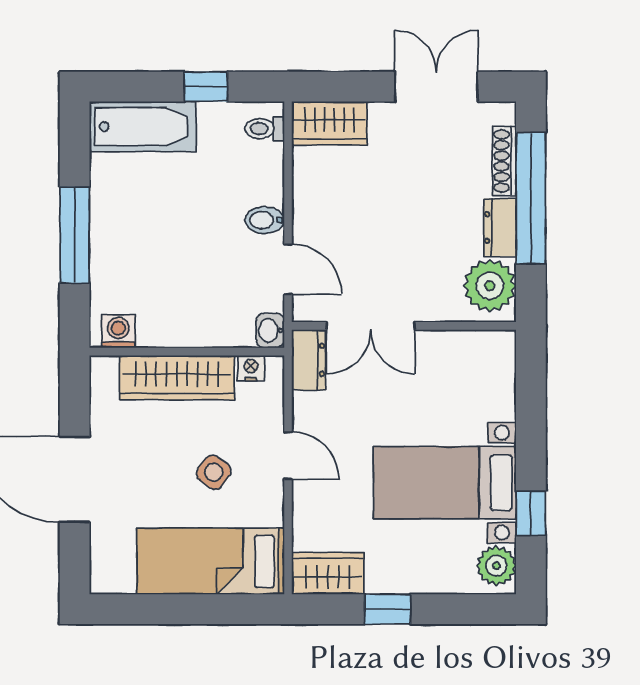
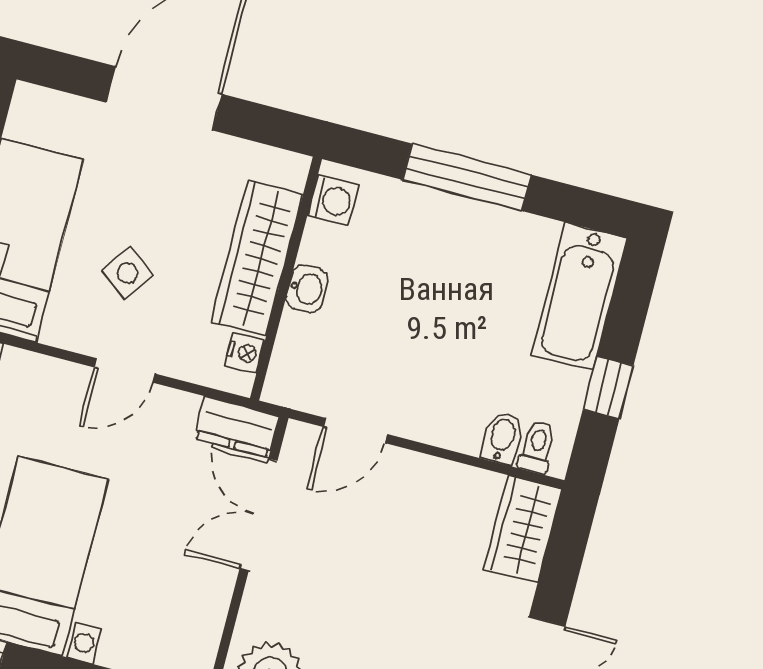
bidet: (265, 220) -> (502, 438), moved
washbasin: (270, 330) -> (307, 289), moved, turned 90

